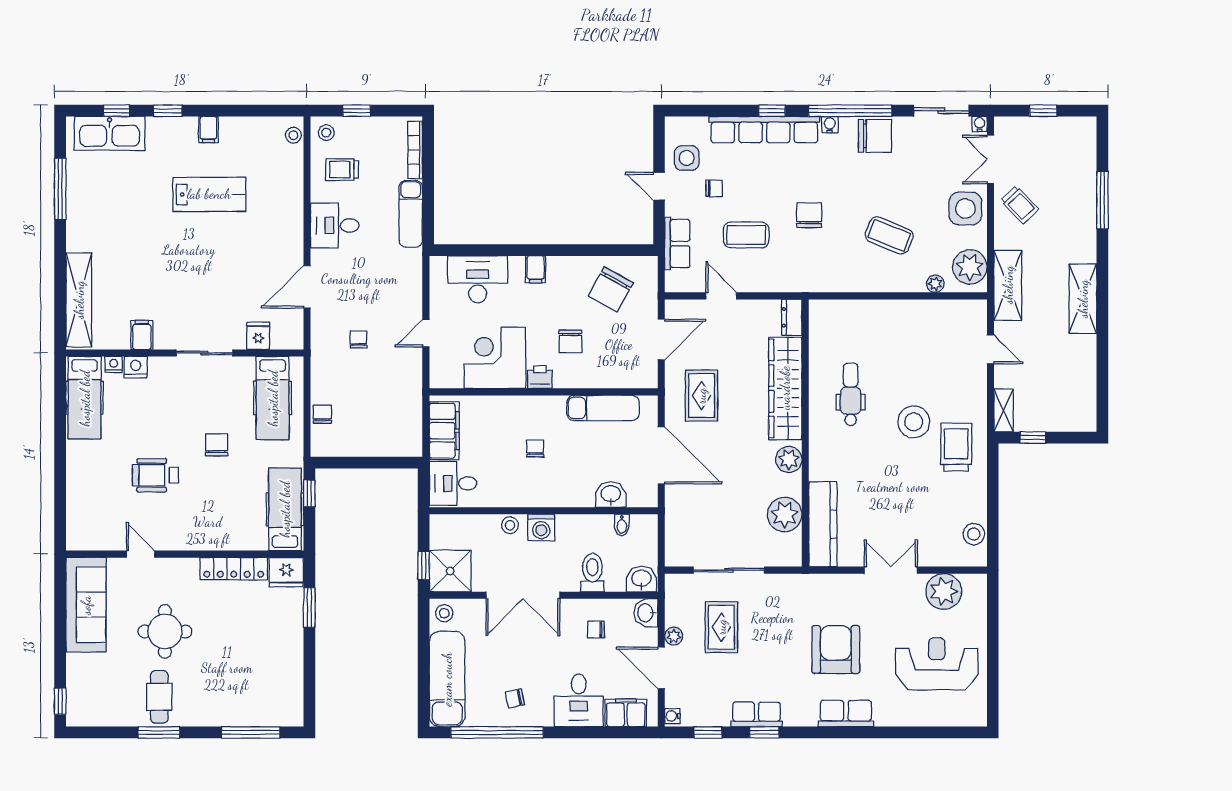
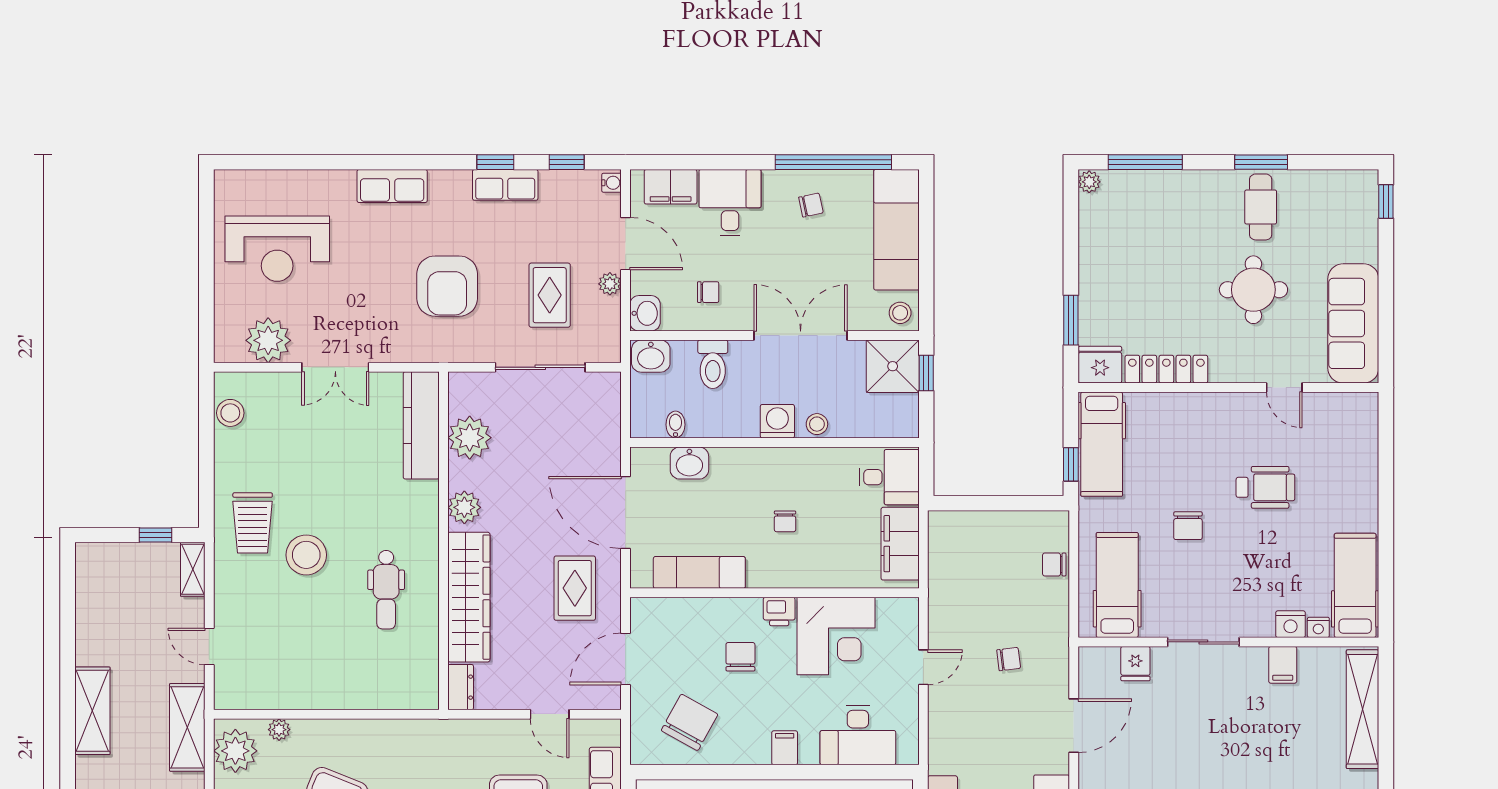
chair: (358, 339) -> (1009, 659), turned -97
chair: (322, 414) -> (1054, 564), turned 90
armchair: (836, 649) -> (447, 286), moved
plant: (295, 717) -> (1089, 182), added

